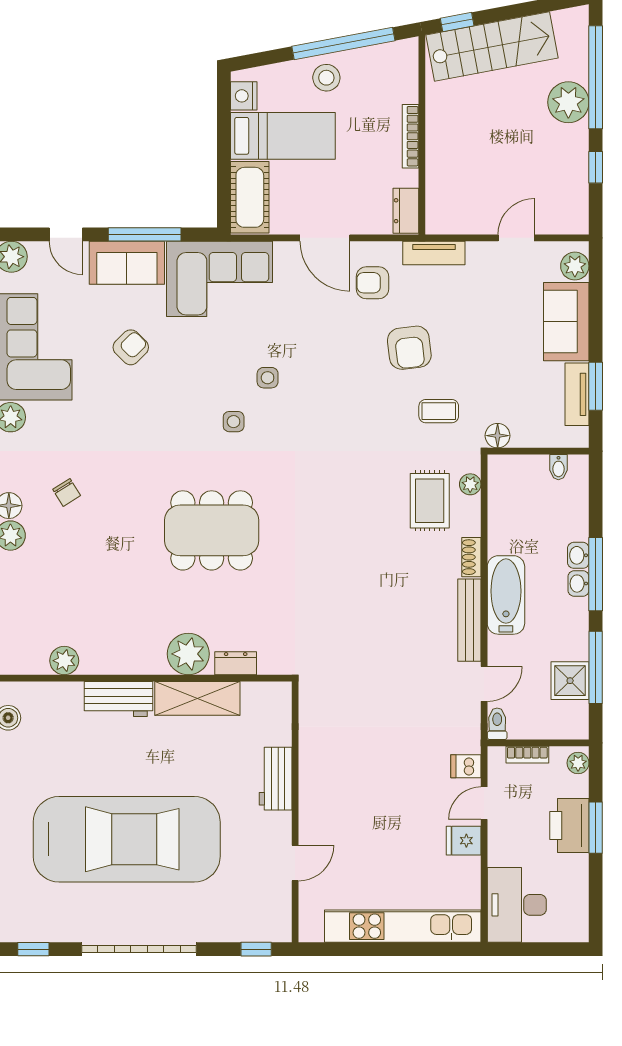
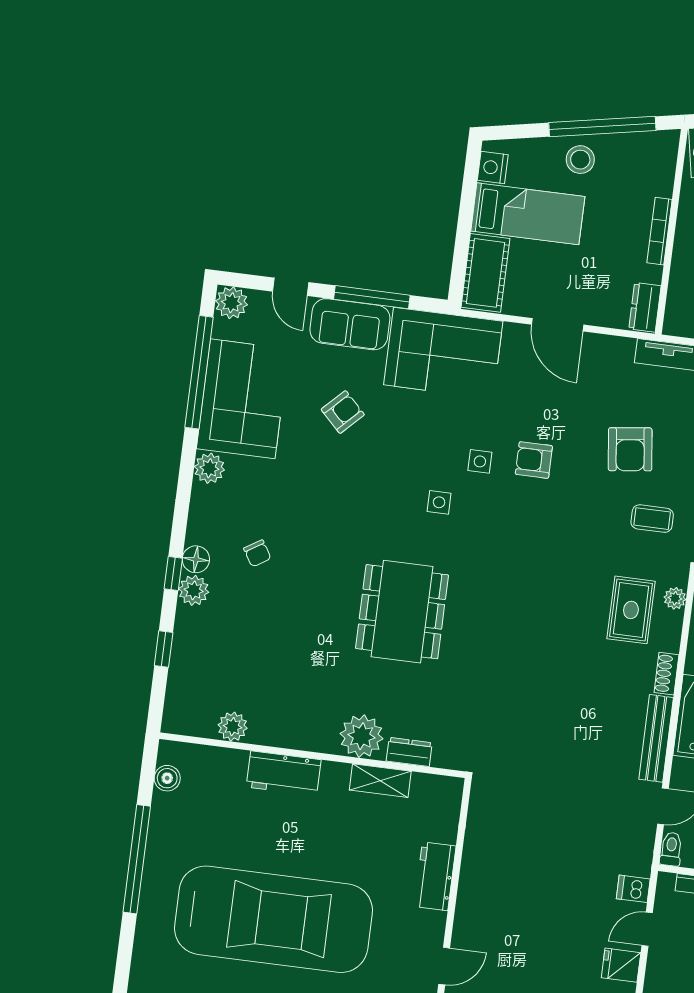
armchair: (372, 283) -> (534, 460), moved
dining table: (212, 530) -> (402, 612), turned 90
shelving: (197, 698) -> (380, 781), width x0.67, depth x0.75

